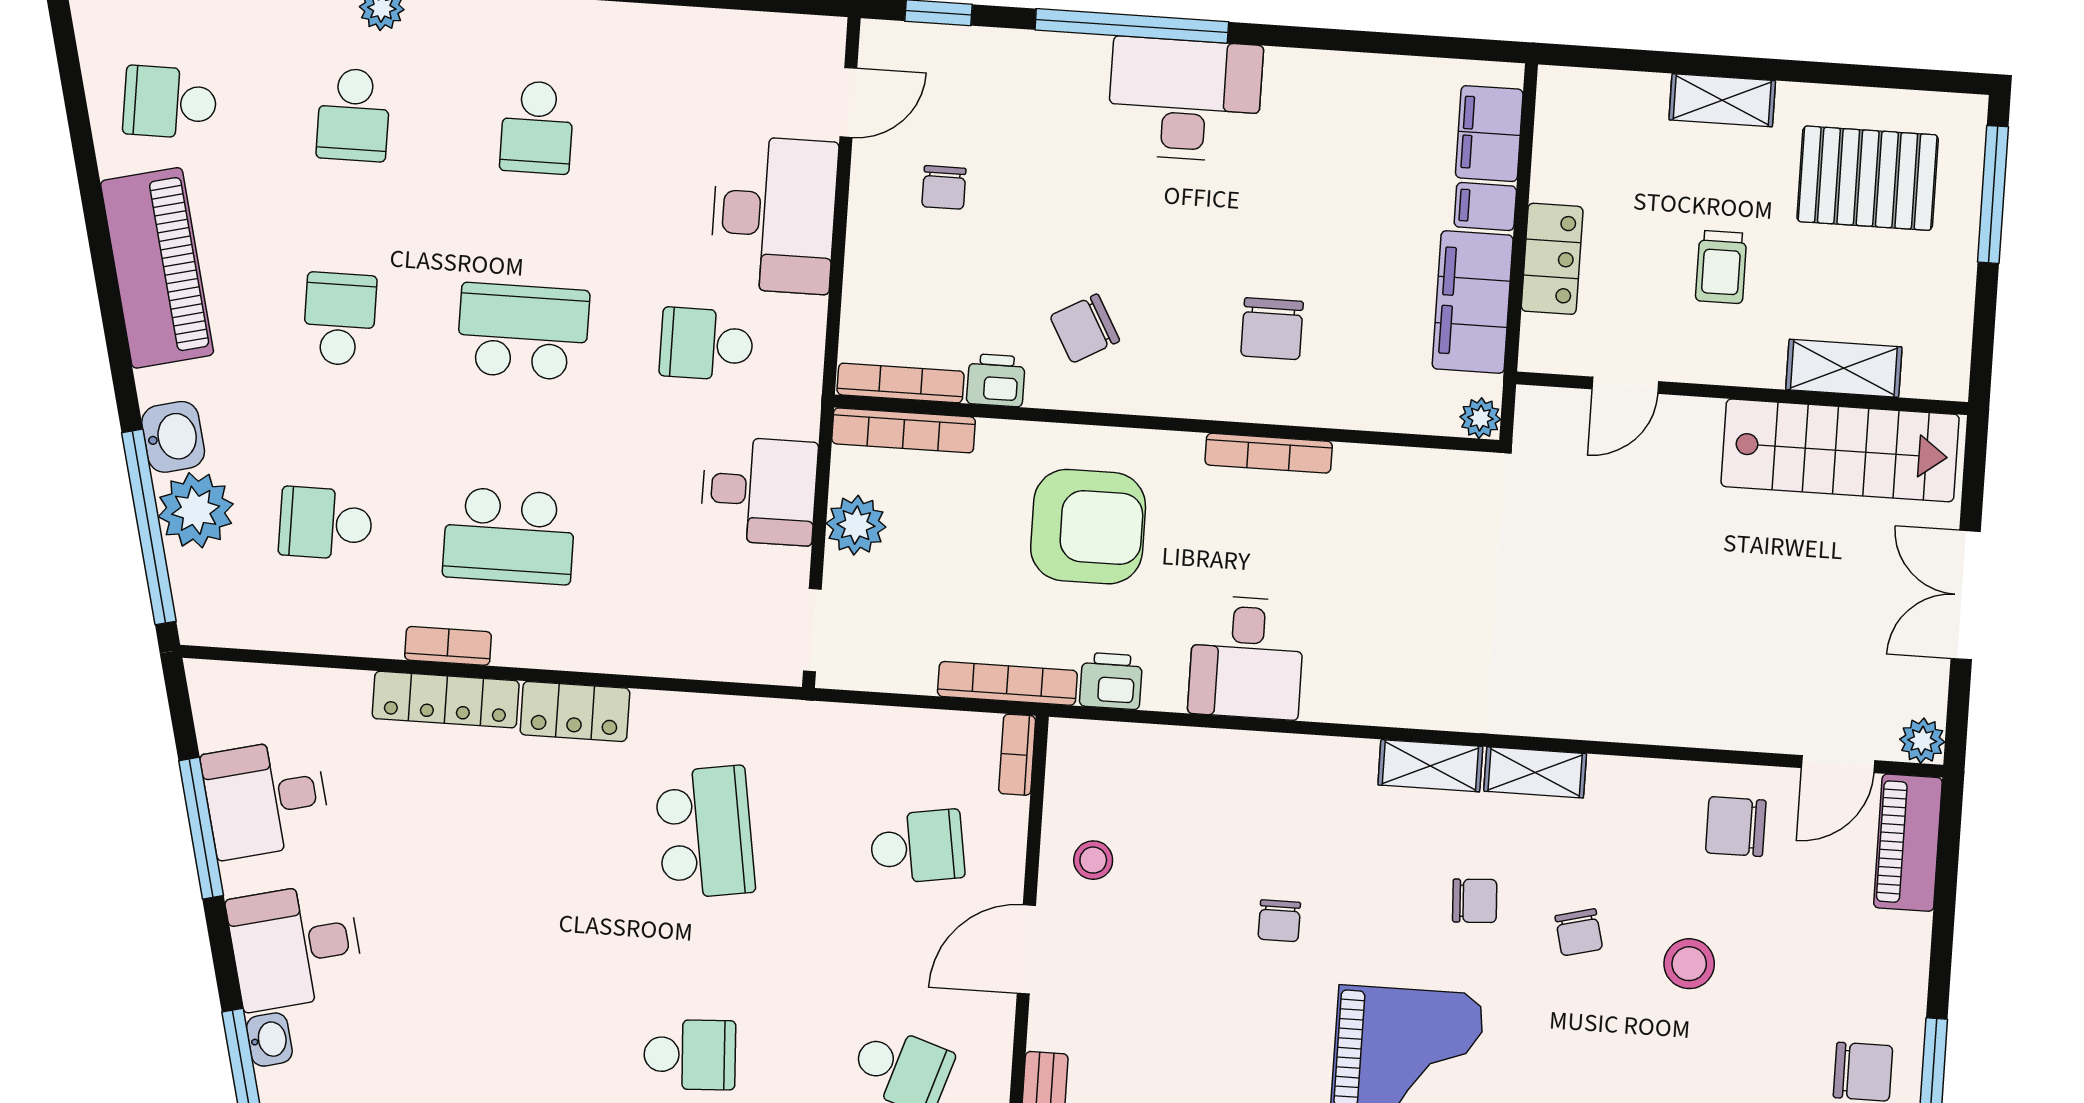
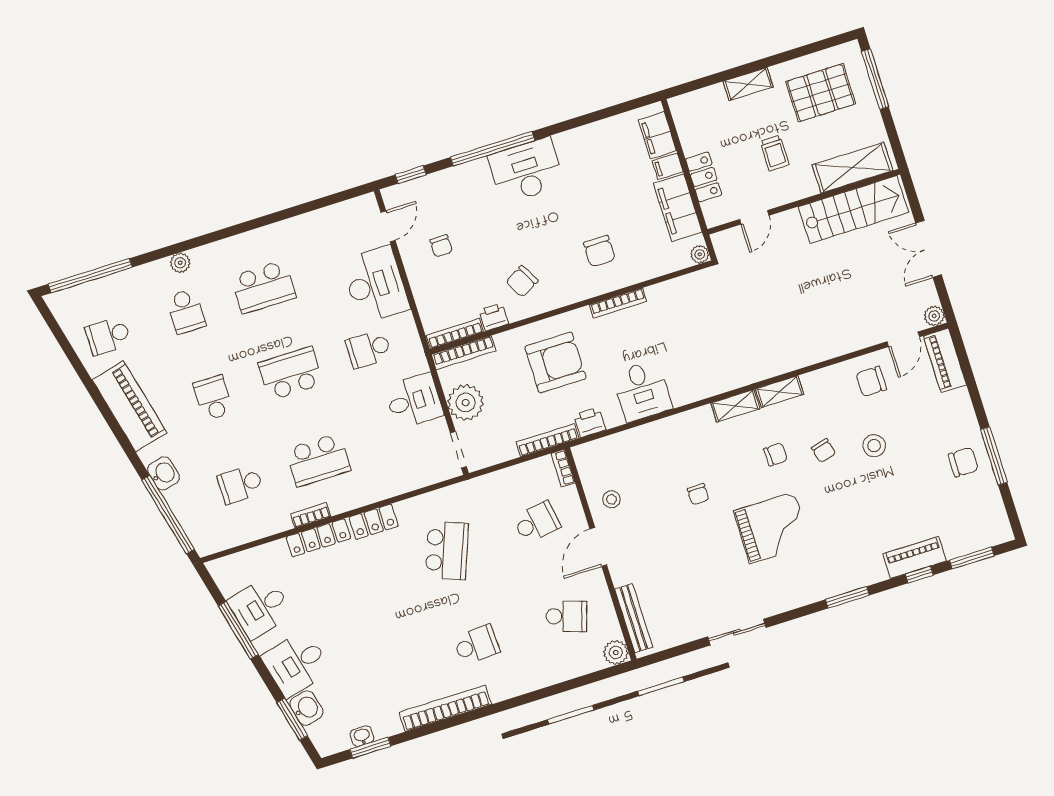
school desk: (537, 127) -> (264, 287), width x1.85
shelving: (1844, 368) -> (852, 168), width x1.50, depth x1.33
plant: (196, 510) -> (185, 500), removed
plant: (856, 525) -> (466, 403), width x1.36, depth x1.36
school desk: (705, 832) -> (447, 551), turned 30
washbasin: (269, 1040) -> (306, 708), width x1.38, depth x1.45

